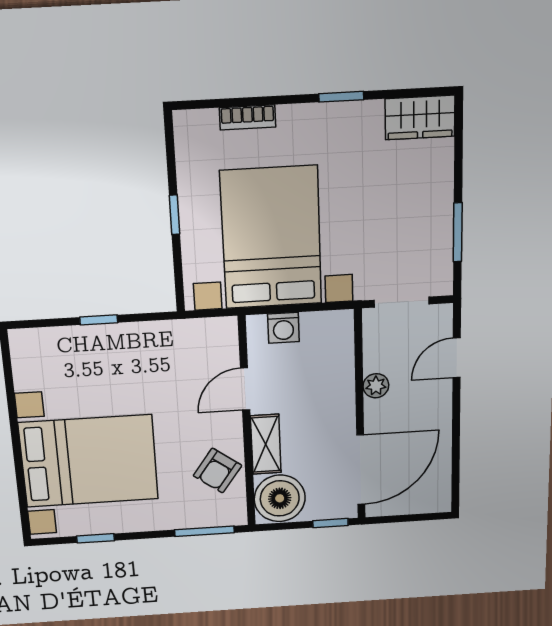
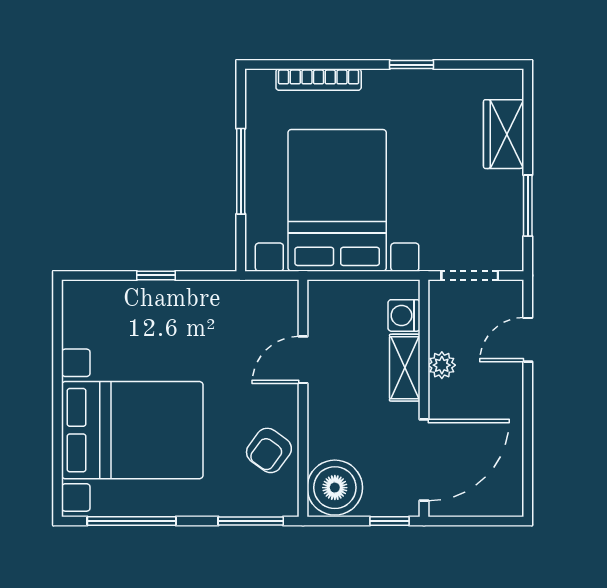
bookcase: (248, 117) -> (319, 80), width x1.56
wardrobe: (420, 118) -> (504, 134), moved, turned 90
window: (174, 215) -> (241, 171), width x2.17
washing machine: (283, 328) -> (404, 315), moved, turned 90
shelving: (266, 444) -> (405, 368), moved
window: (95, 538) -> (132, 521), width x2.17

